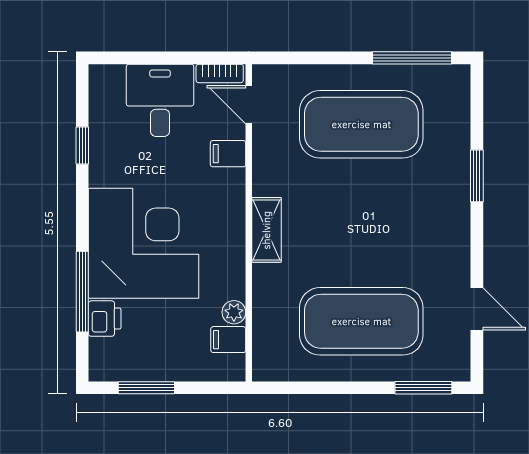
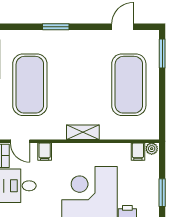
door: (249, 105) -> (20, 141), hinge flipped
plant: (234, 312) -> (152, 149), moved

